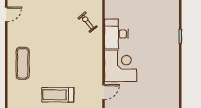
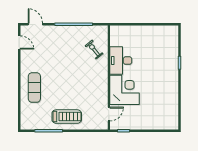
door: (6, 14) -> (19, 42), hinge flipped
treadmill: (58, 95) -> (67, 117), turned 180

